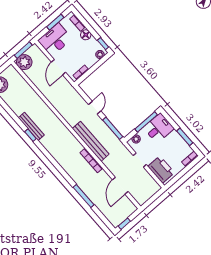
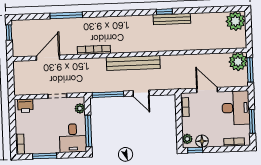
floor lamp: (86, 35) -> (202, 141), moved
bench: (91, 141) -> (133, 63), moved
printer: (161, 169) -> (25, 106), width x0.53, depth x0.68
door: (120, 186) -> (48, 58), hinge flipped

